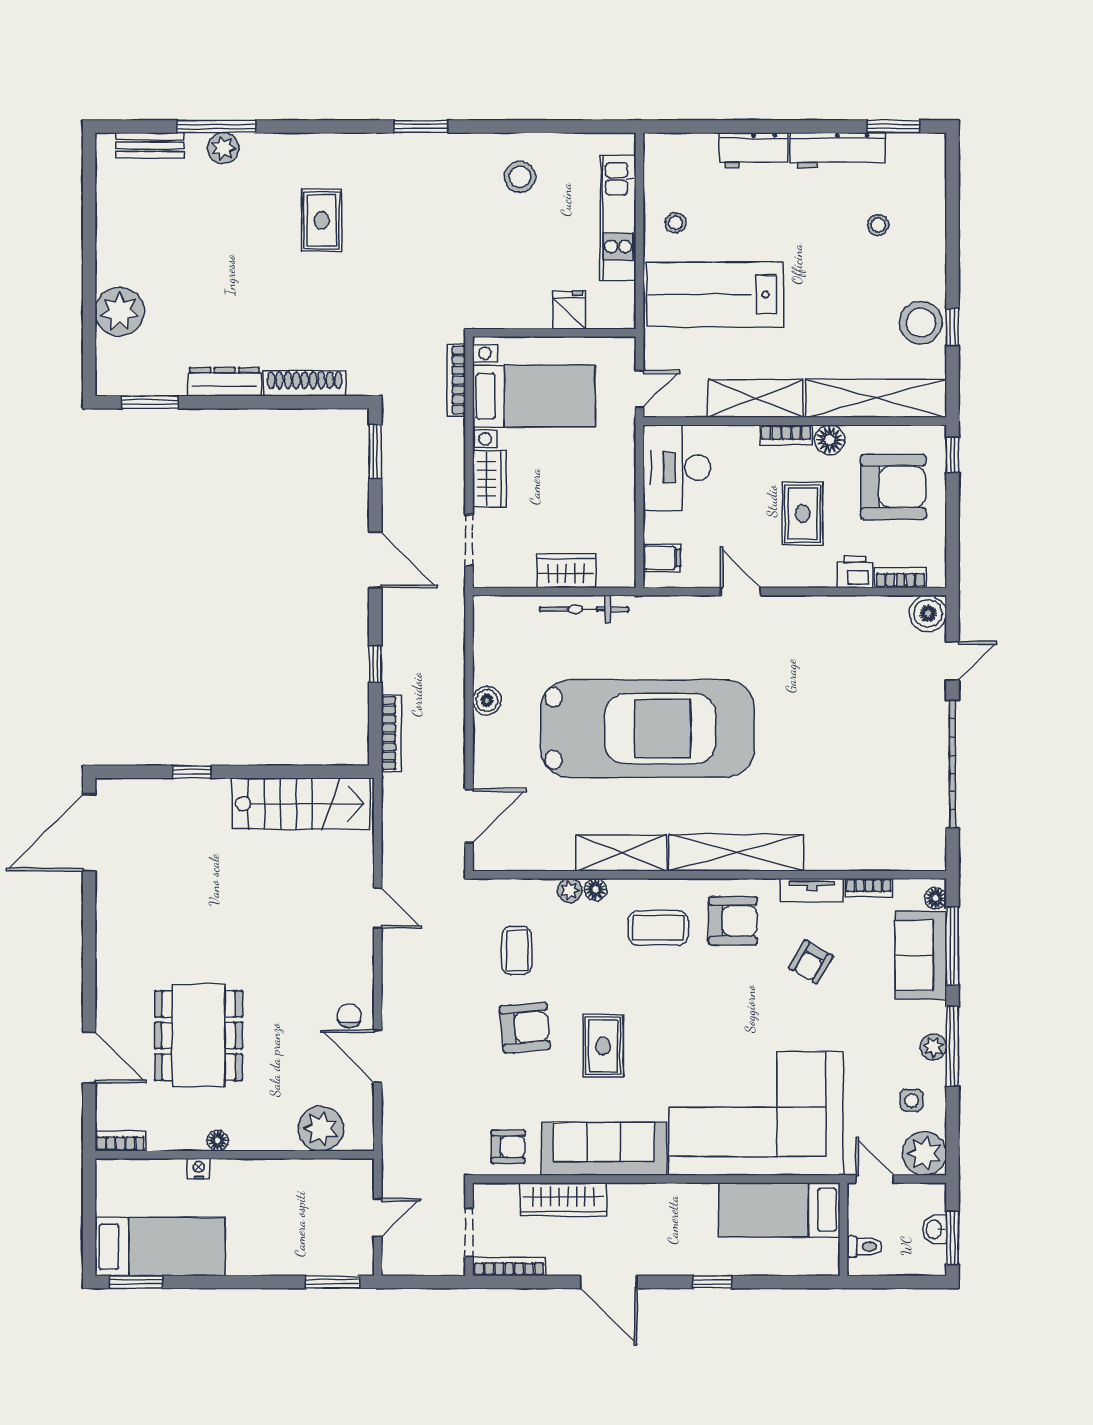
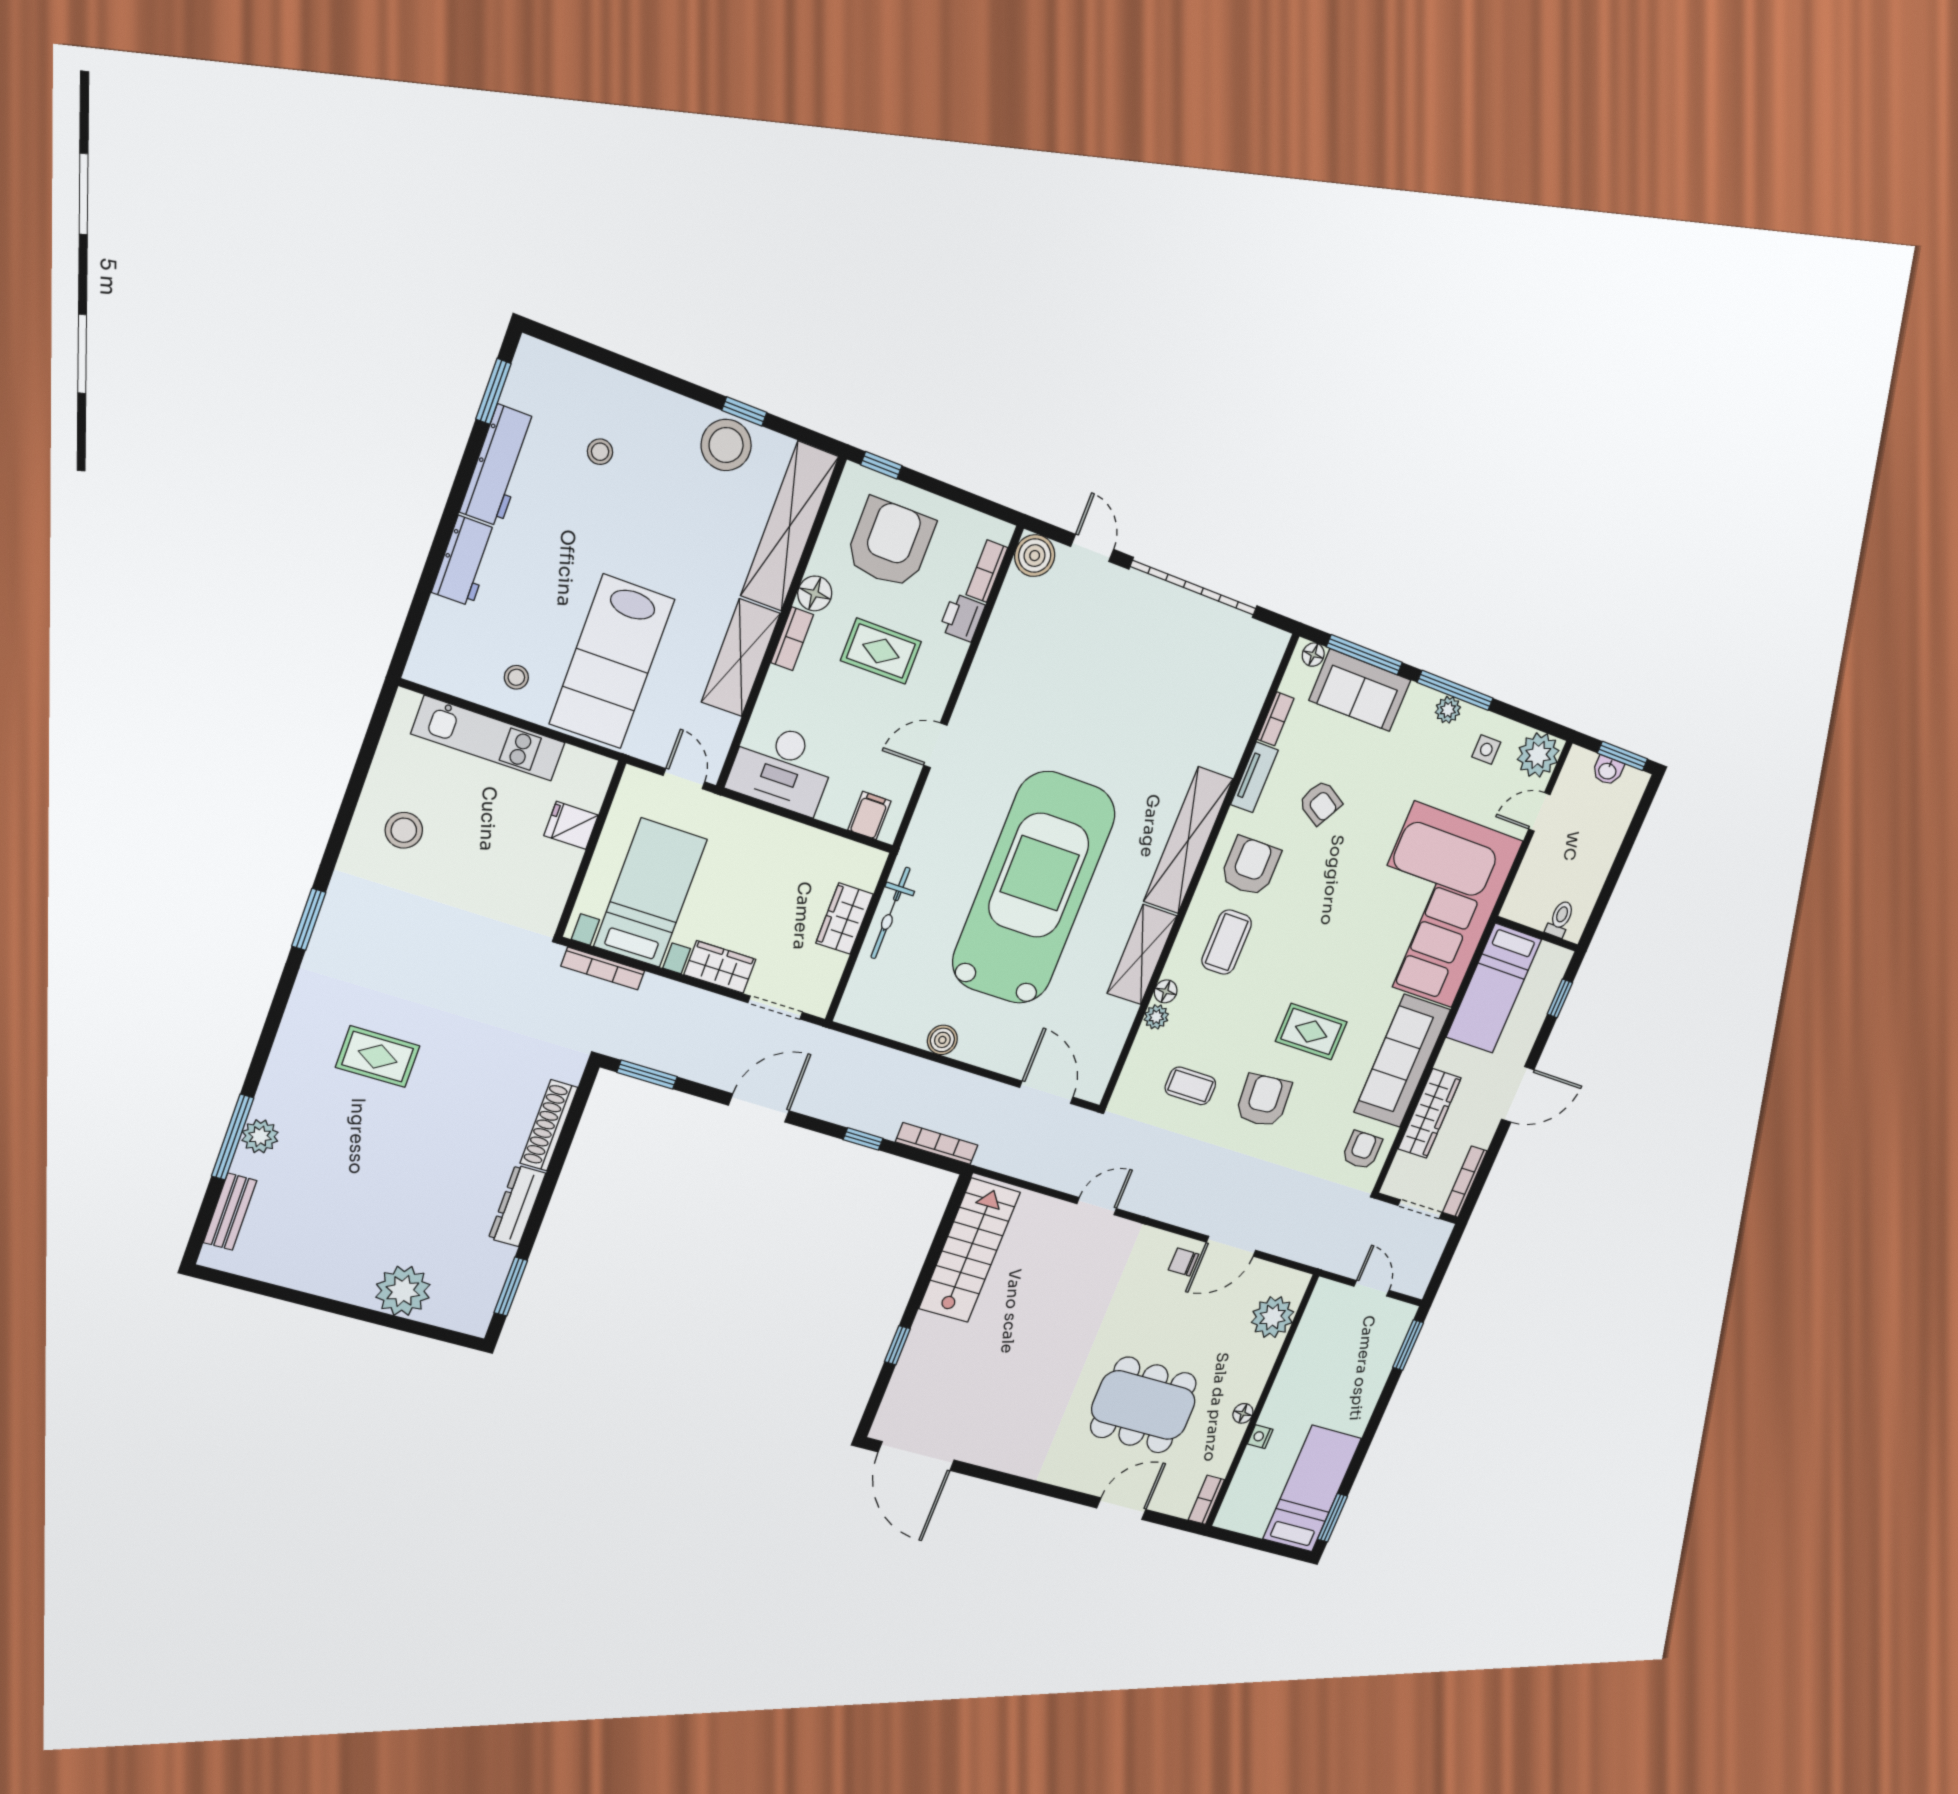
bed: (779, 1210) -> (1494, 988), moved
wall: (843, 1229) -> (1537, 934), moved
toilet: (865, 1247) -> (1560, 919), moved

